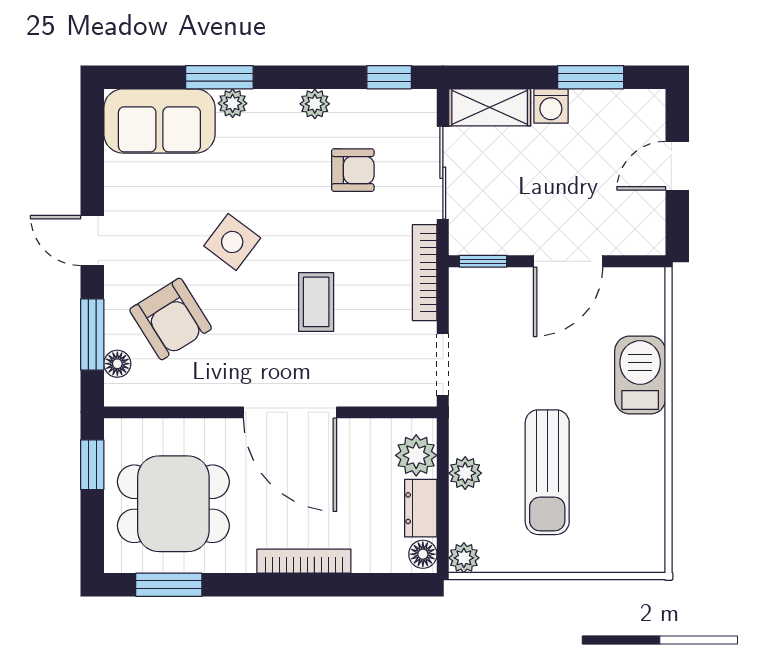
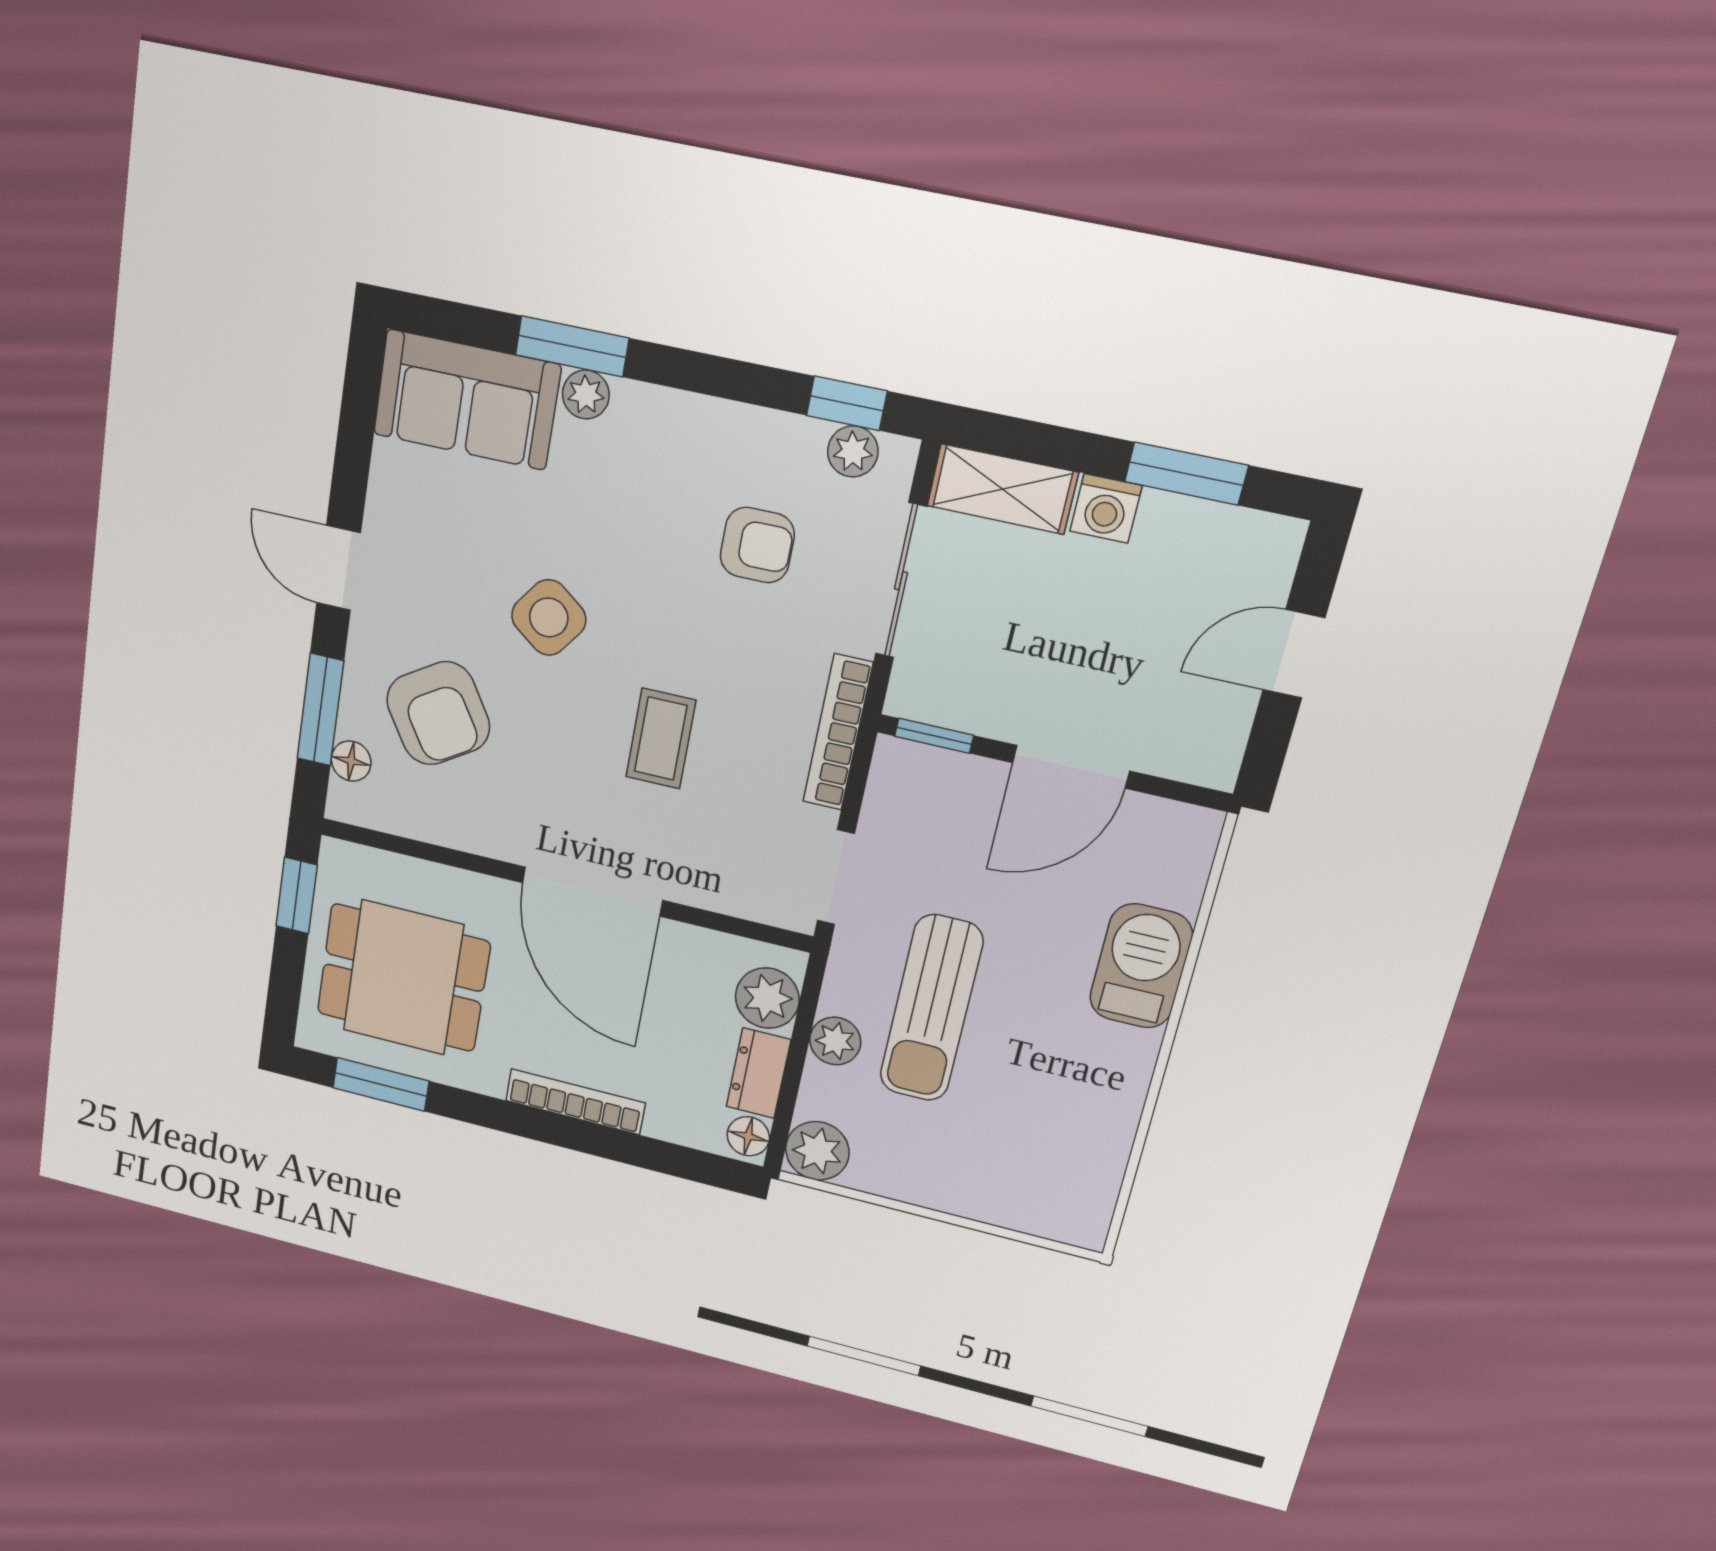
plant: (315, 104) -> (853, 451), moved
sun lounger: (547, 472) -> (931, 1008), moved
plant: (464, 558) -> (817, 1151), width x1.38, depth x1.38

